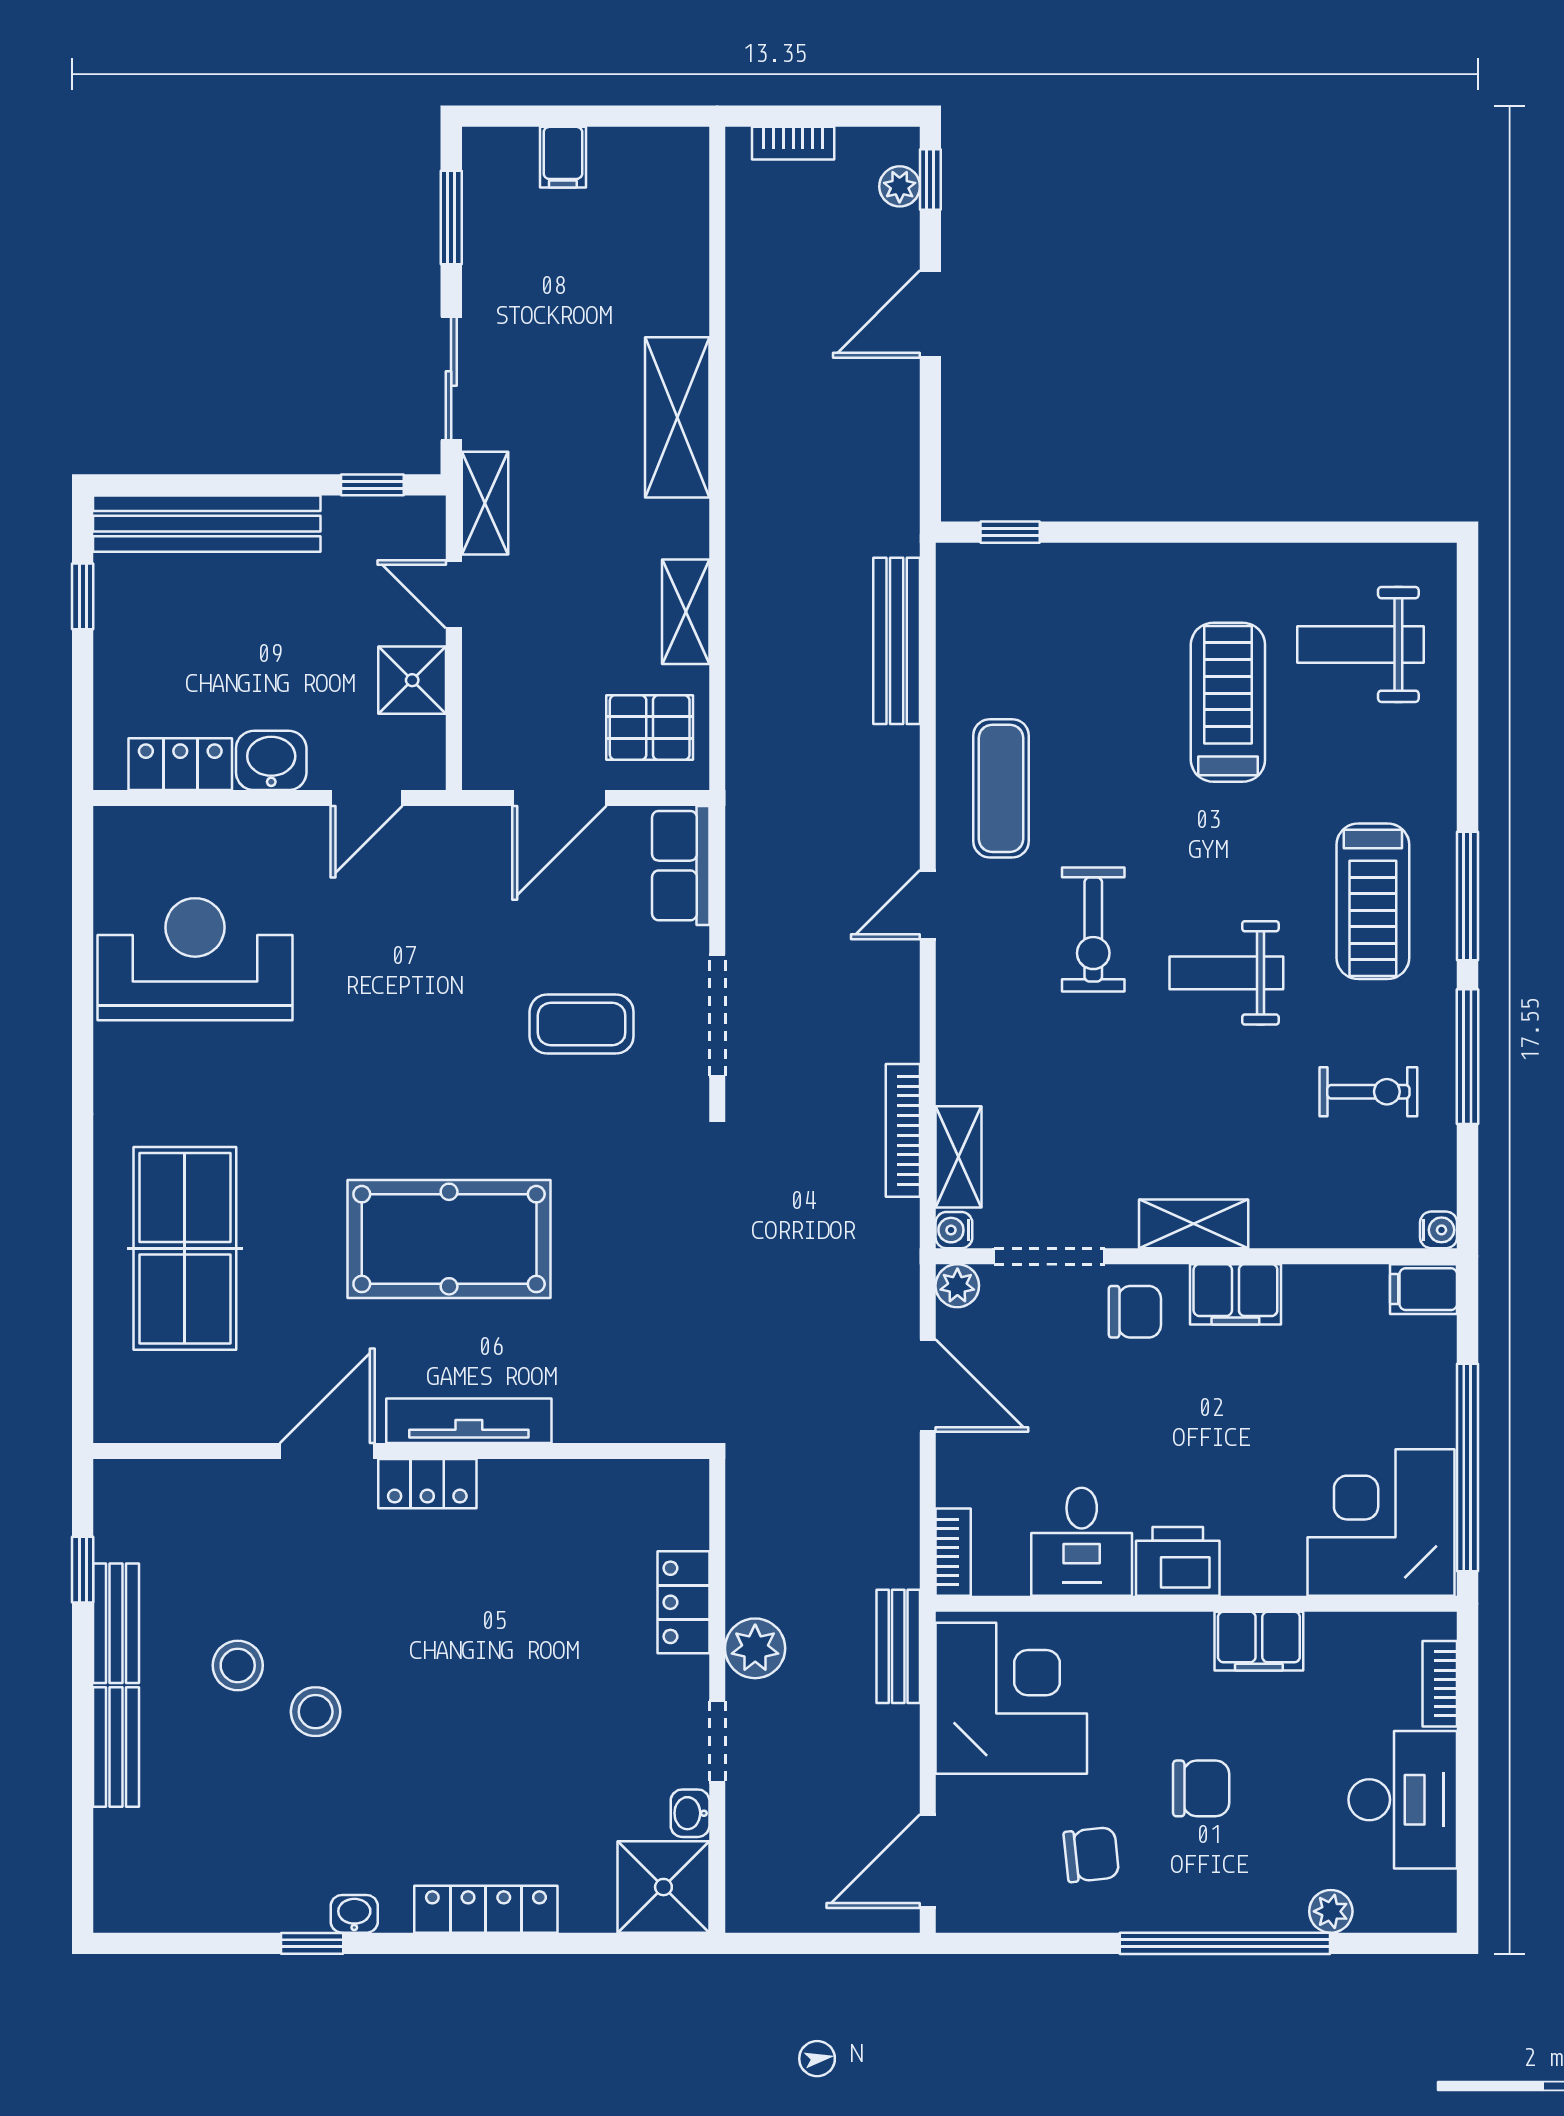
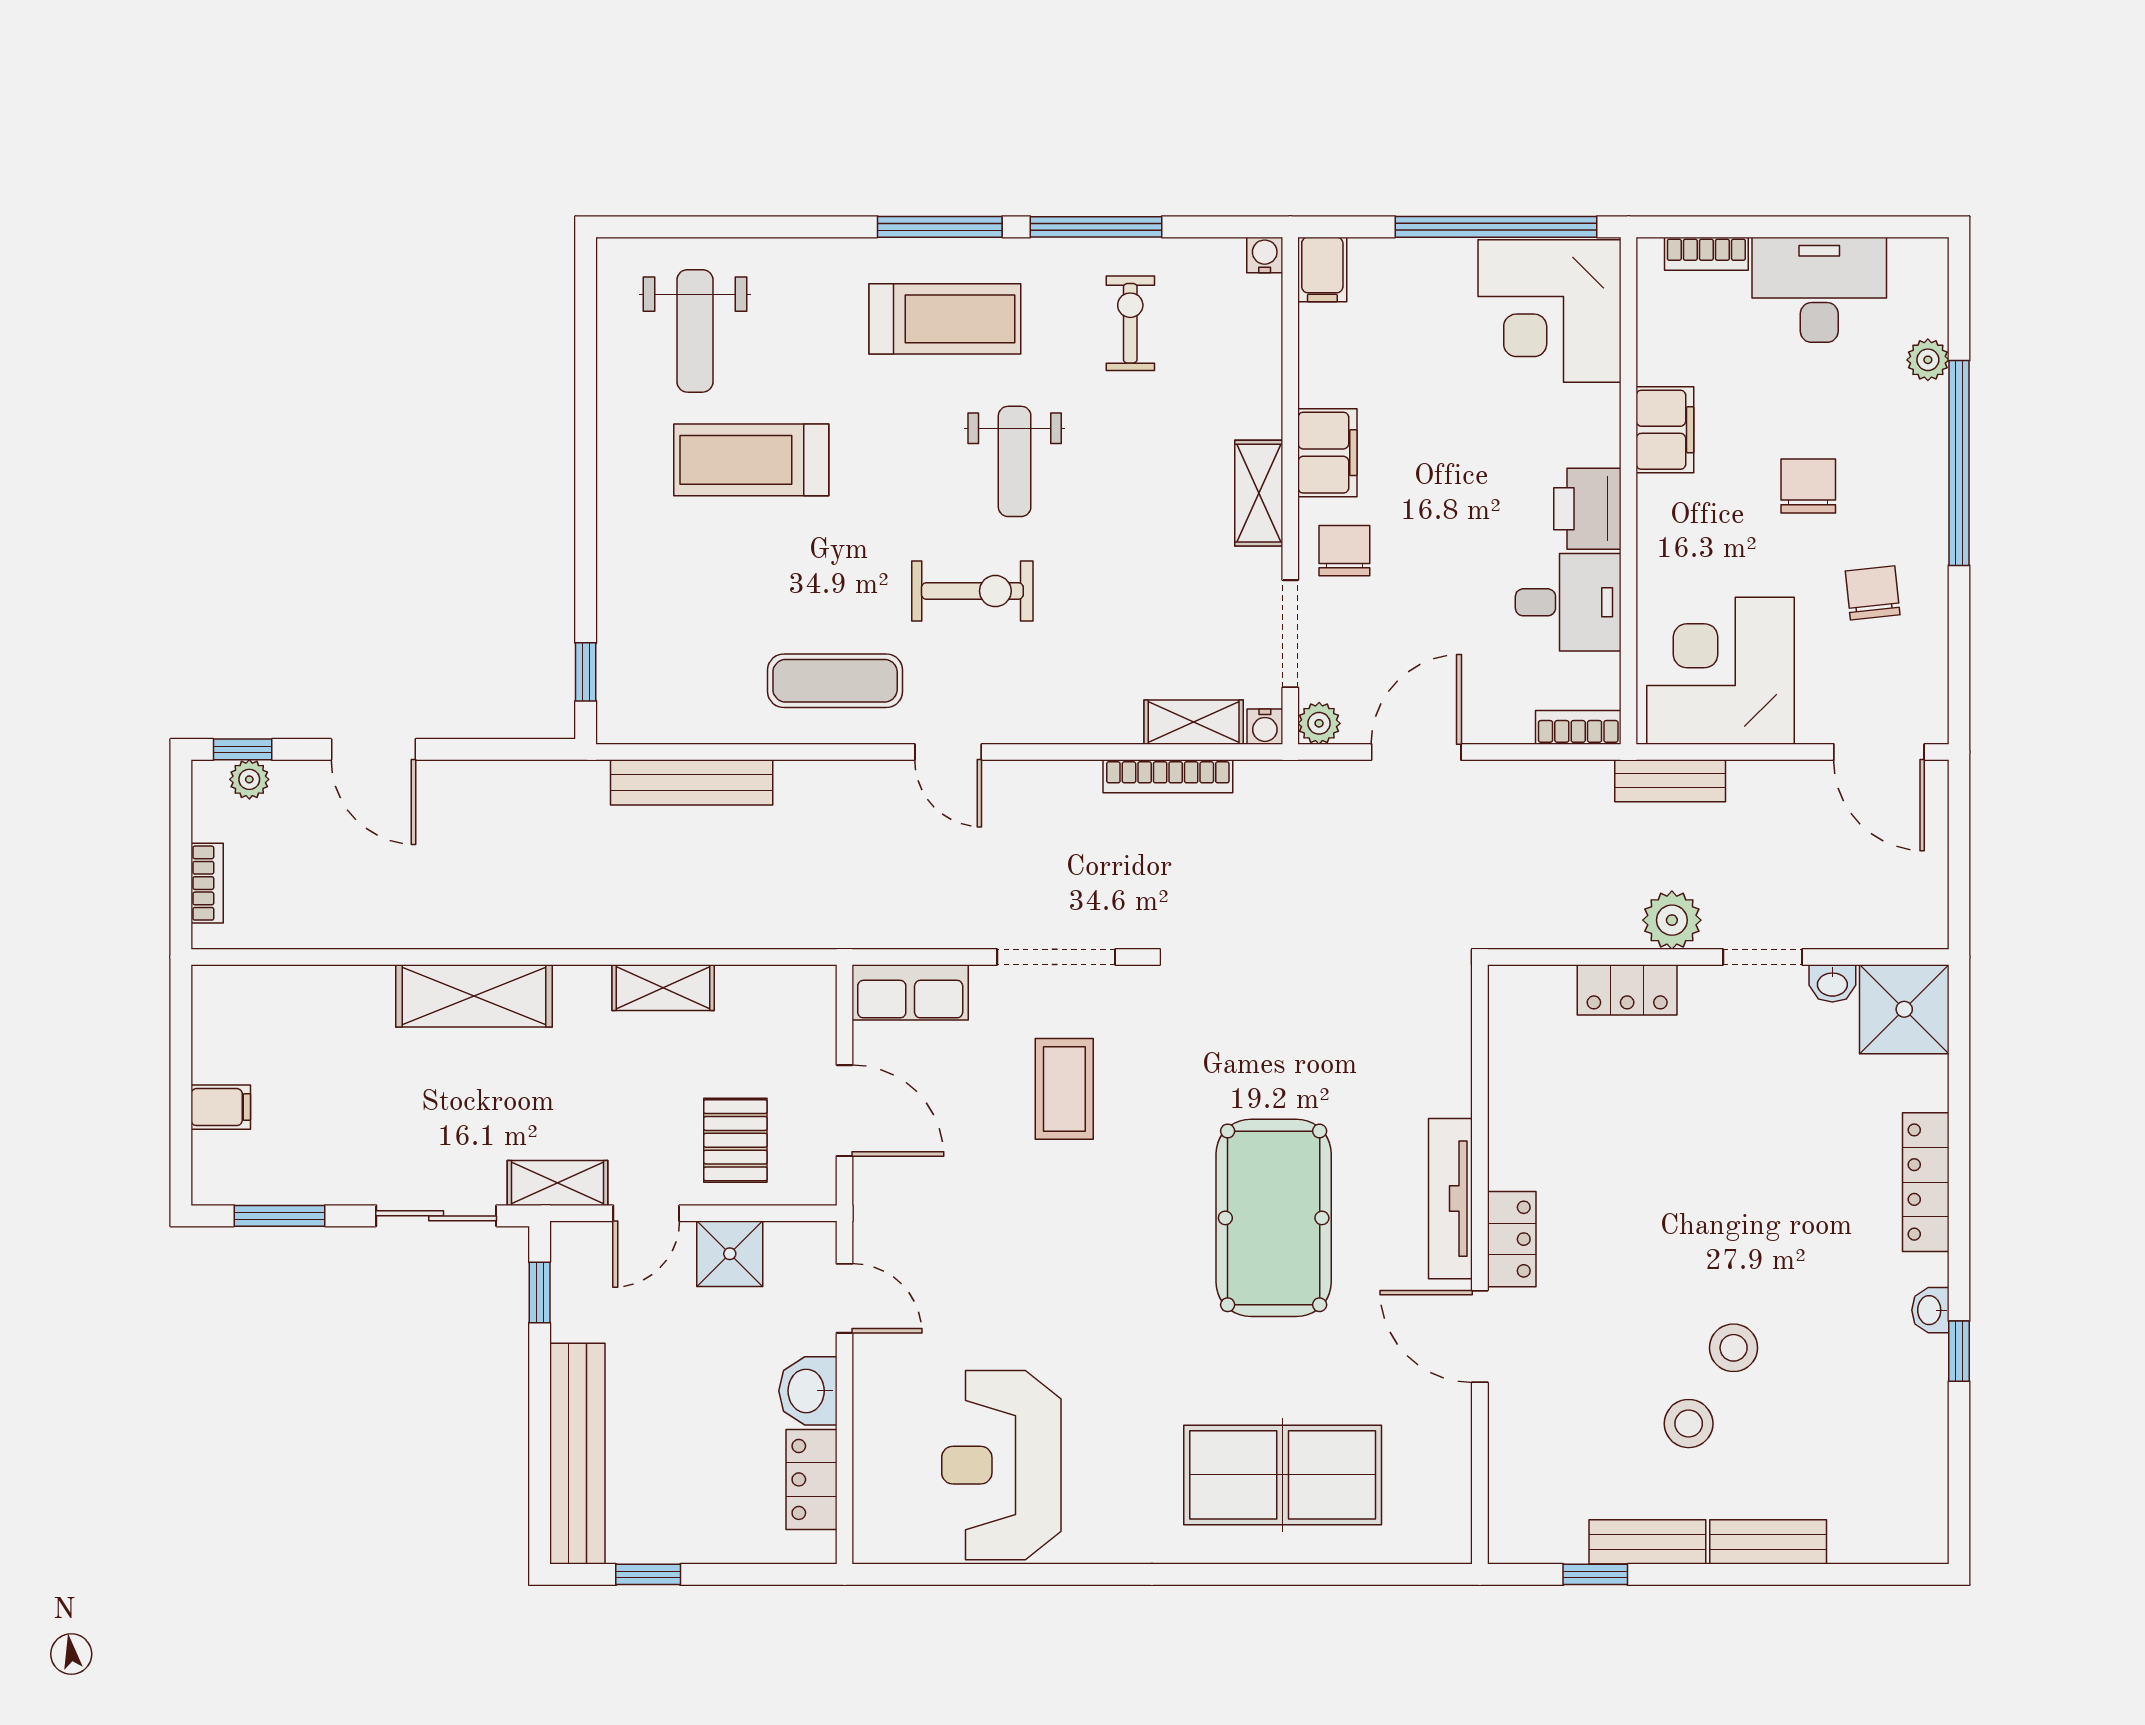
pallet: (650, 728) -> (735, 1140), moved

